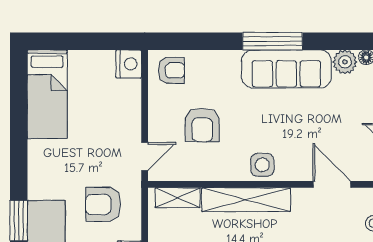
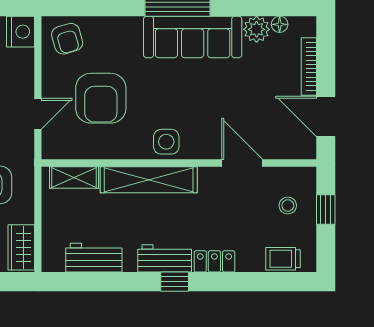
armchair: (171, 70) -> (67, 39), turned 74
armchair: (202, 125) -> (101, 98), width x1.36, depth x1.36
door: (145, 156) -> (38, 114), moved

